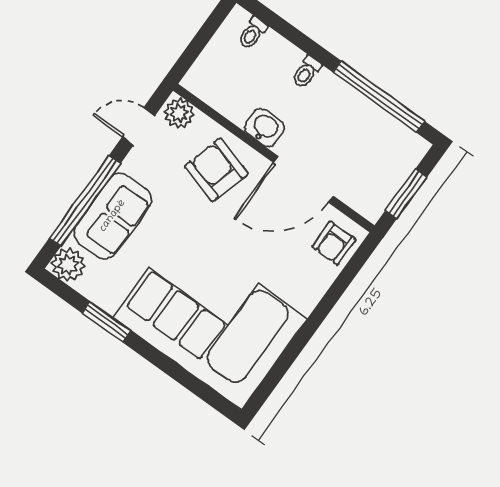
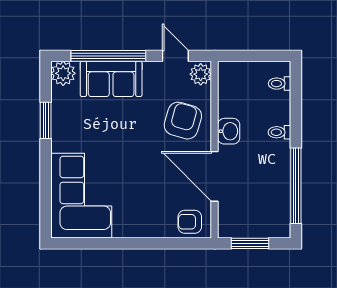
corner sofa: (210, 318) -> (81, 196), width x0.73, depth x0.74

